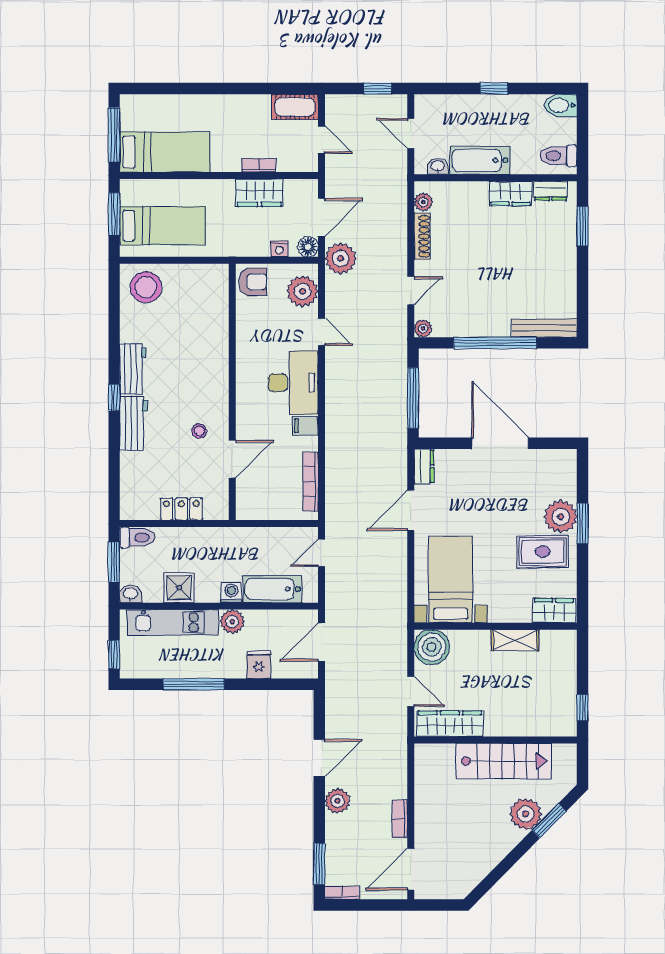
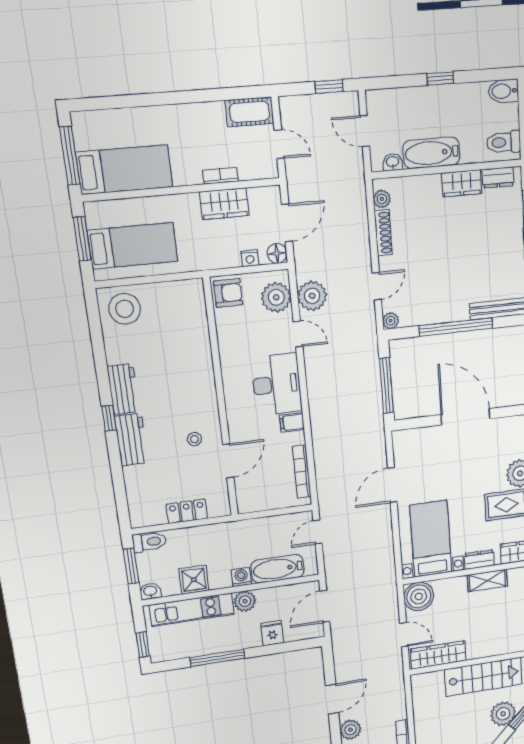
plant: (340, 258) -> (312, 296), moved
dresser: (424, 466) -> (479, 559), moved, turned -90

